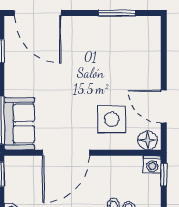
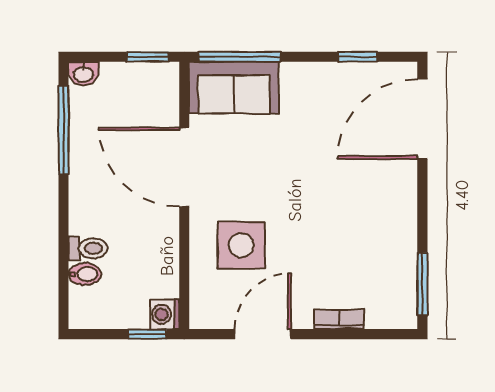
window: (117, 13) -> (422, 284), moved
bookcase: (155, 62) -> (339, 319), added
floor lamp: (147, 140) -> (205, 306), removed

